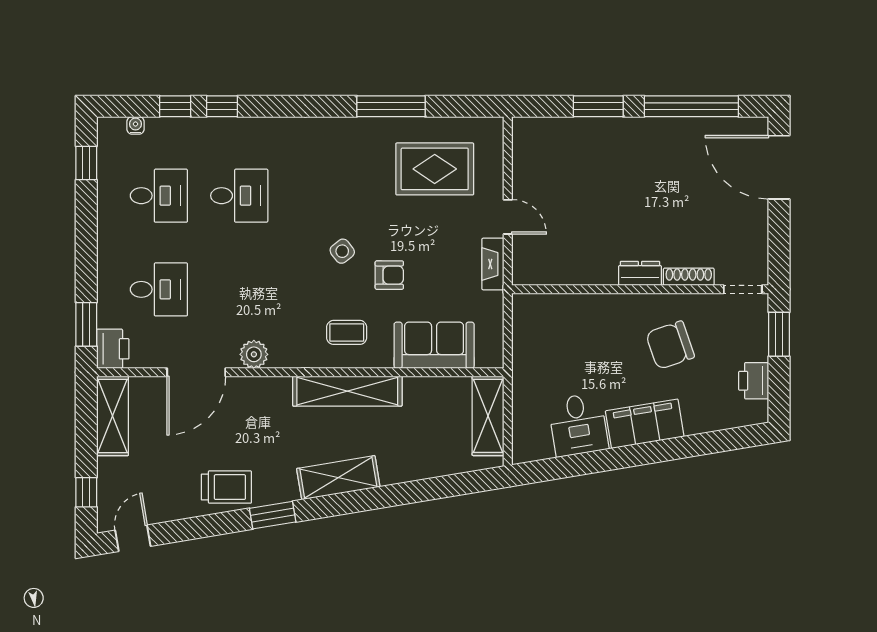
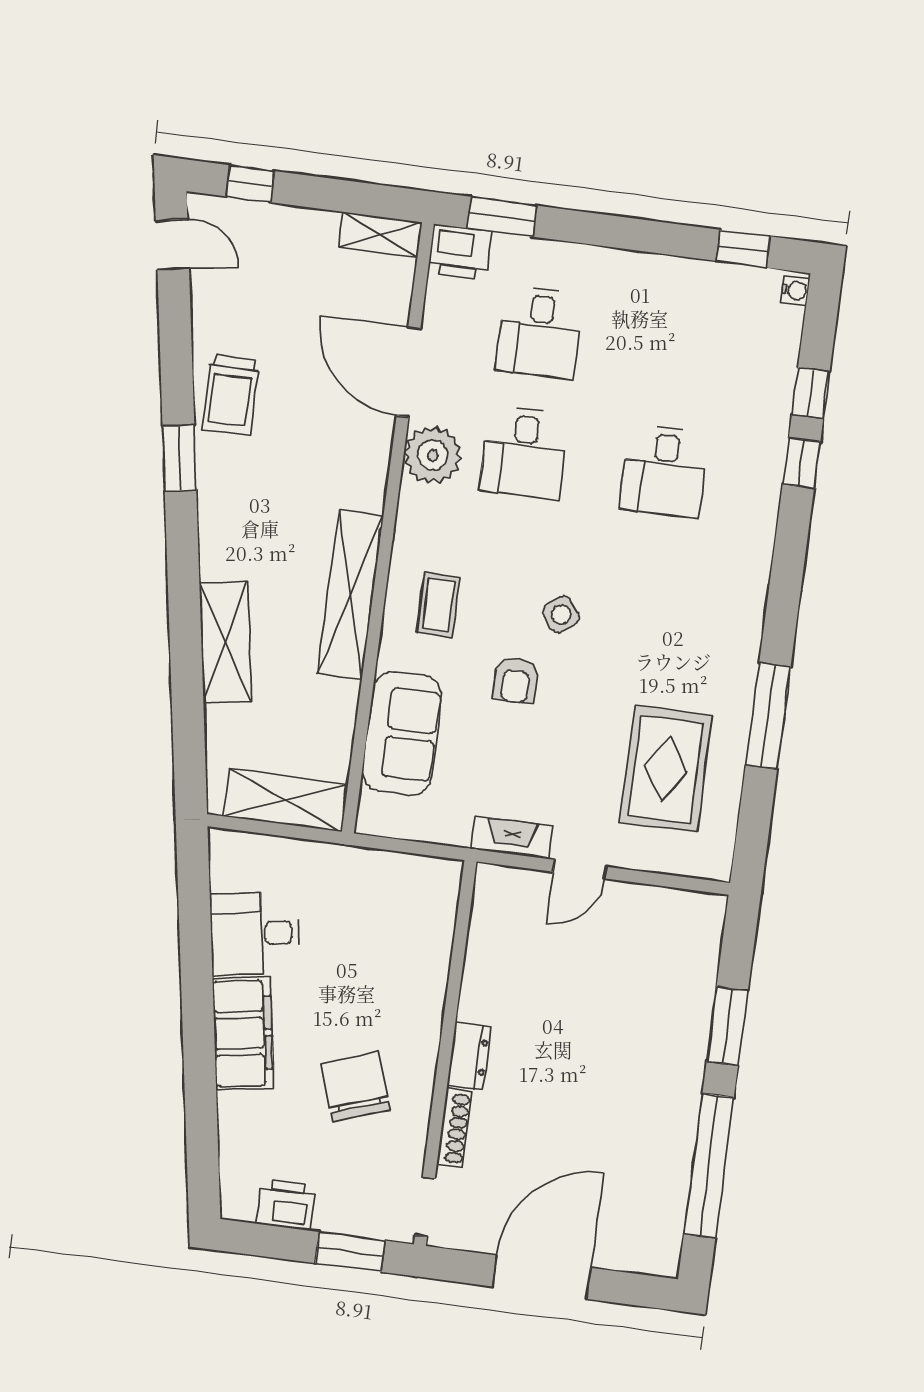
water cooler: (135, 125) -> (795, 290), moved
door: (779, 167) -> (541, 1277), moved
desk: (159, 196) -> (524, 453), moved
plant: (254, 354) -> (433, 455), width x1.36, depth x1.36
shelving: (112, 416) -> (380, 235), width x0.67, depth x0.75
shelving: (338, 478) -> (225, 642), moved

